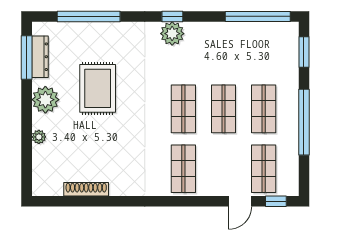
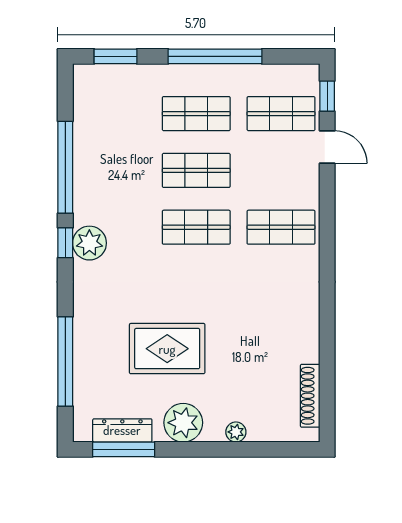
window: (258, 16) -> (65, 167), moved
shoe rack: (86, 189) -> (310, 396), moved

